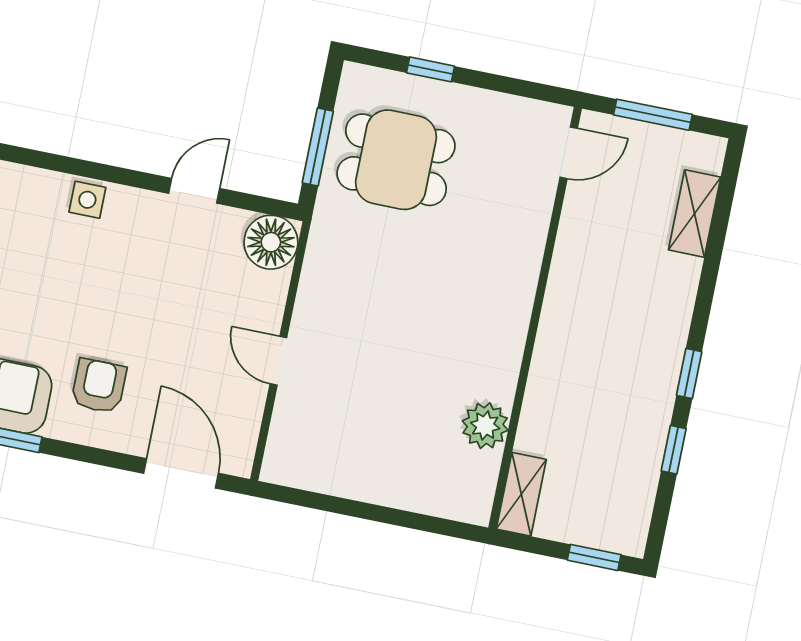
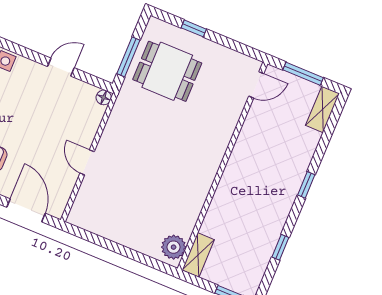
shelving: (695, 213) -> (323, 109), moved
floor lamp: (271, 242) -> (104, 97), width x0.53, depth x0.53
window: (689, 374) -> (306, 185), moved
plant: (485, 426) -> (174, 247), moved

